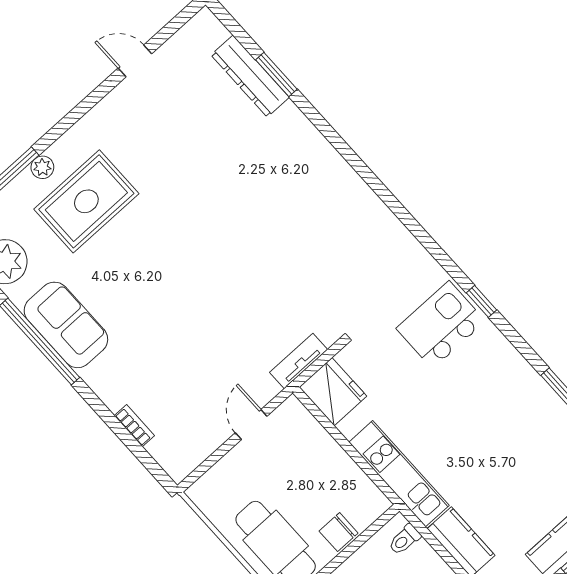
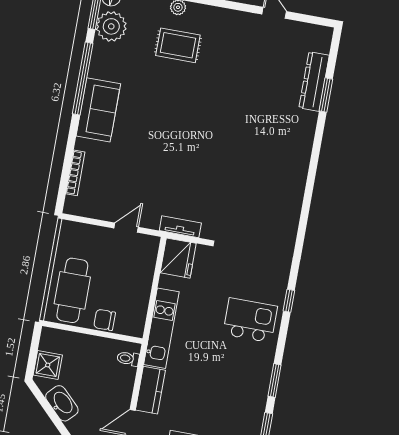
rug: (86, 201) -> (178, 45), width x0.73, depth x0.70
sofa: (66, 325) -> (98, 110), moved
kitchen island: (441, 325) -> (250, 320), moved
bookcase: (134, 426) -> (75, 173), width x1.56

